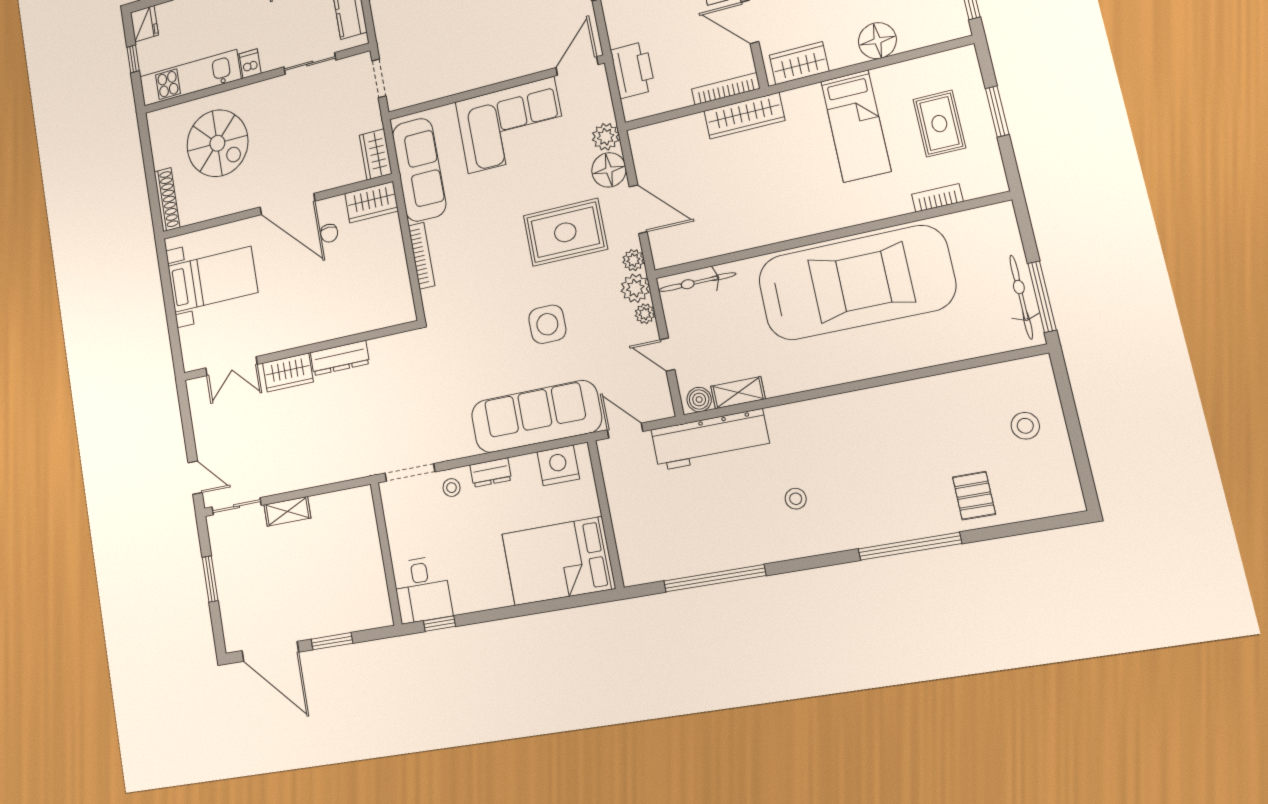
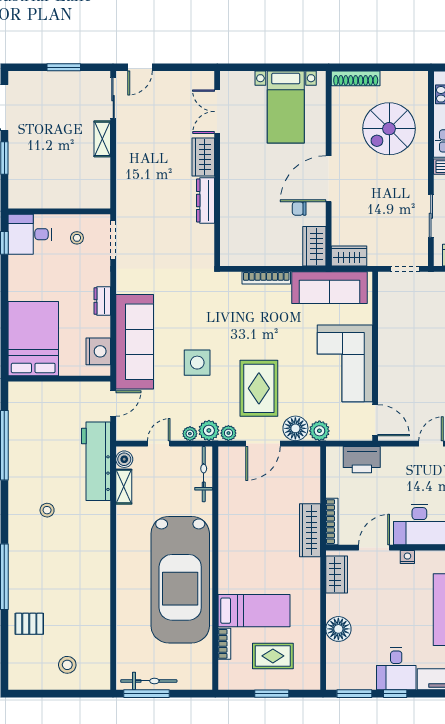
bed: (856, 126) -> (254, 611), moved, turned 180
stool: (452, 488) -> (77, 238), moved

